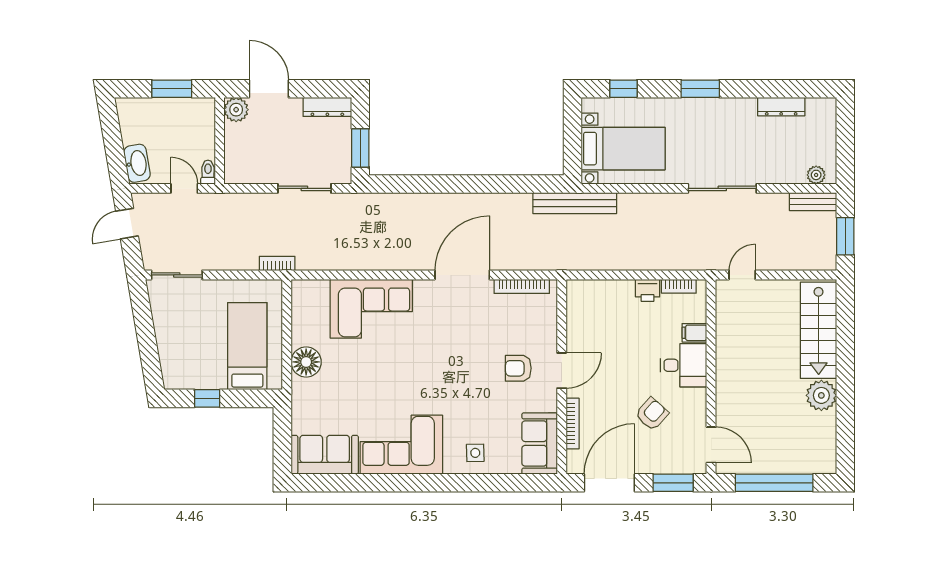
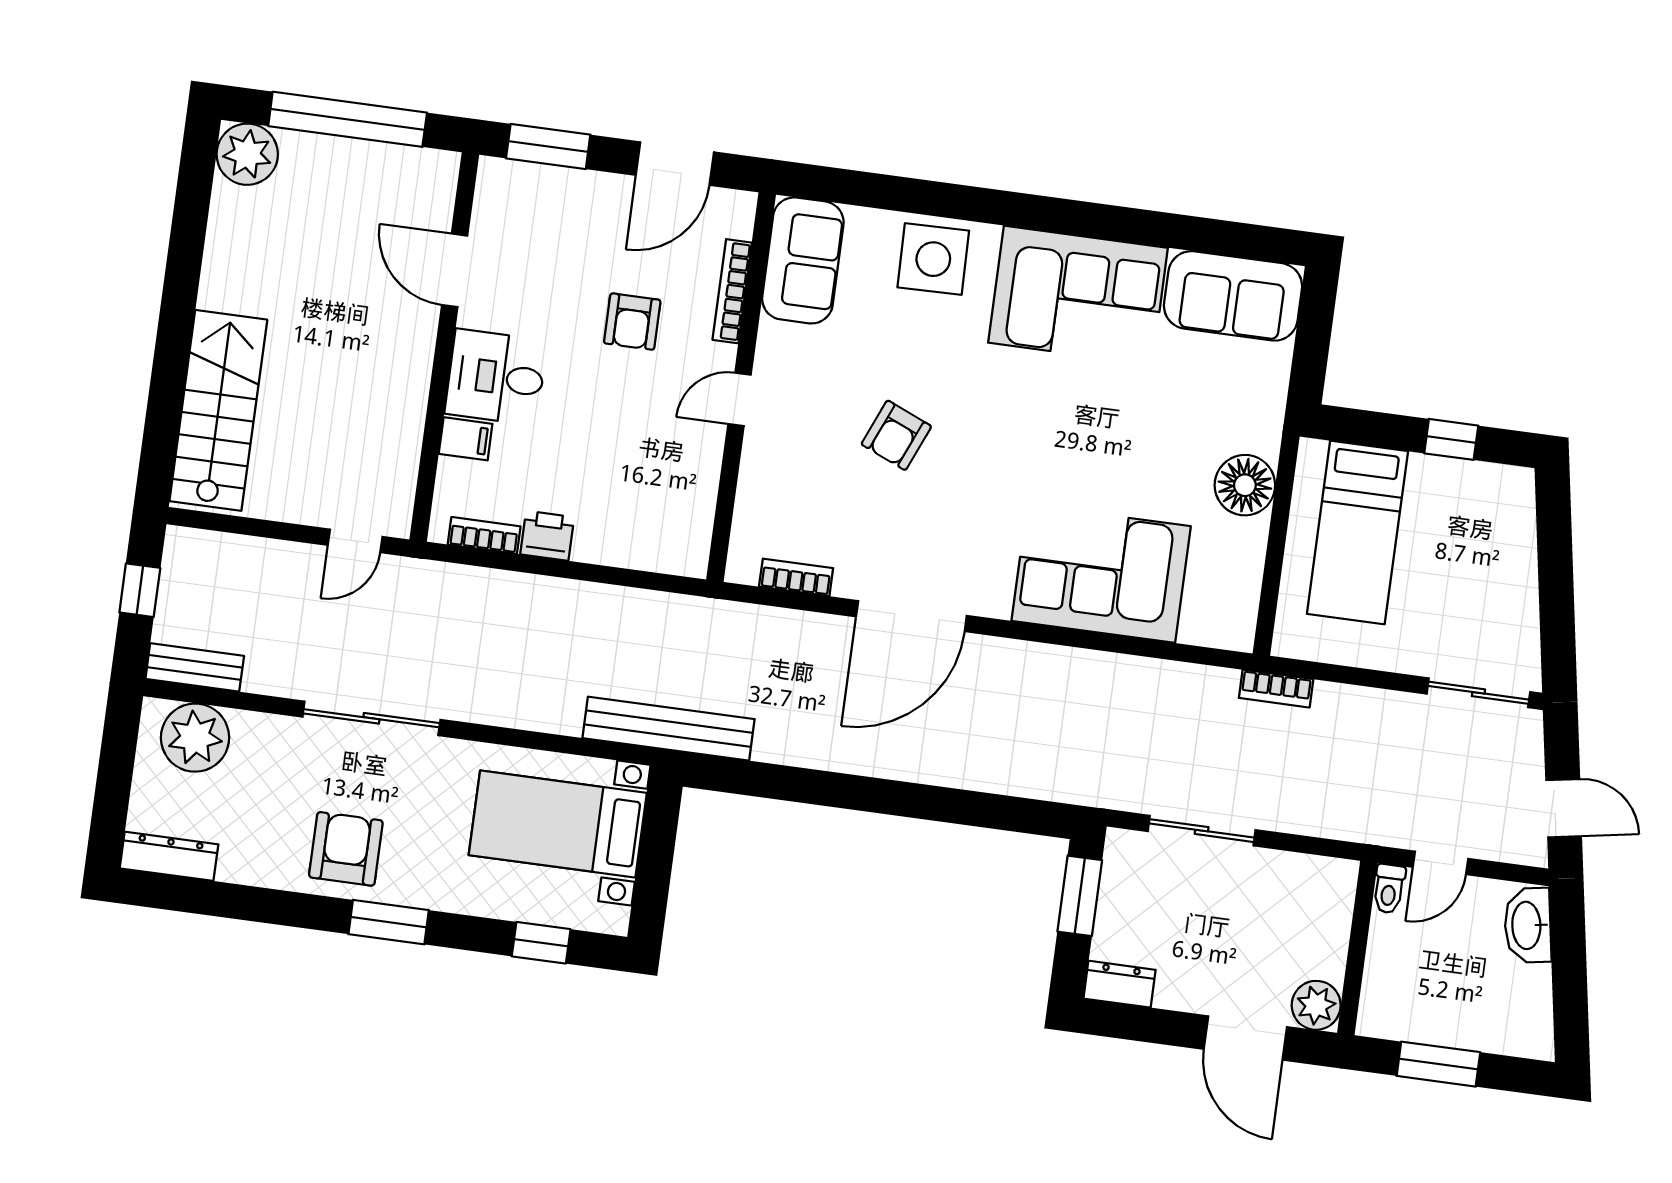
dresser: (327, 107) -> (1120, 984), width x0.70
dresser: (781, 107) -> (169, 856), moved
armchair: (726, 122) -> (346, 849), added
plant: (816, 175) -> (195, 738), width x1.87, depth x1.87
door: (184, 188) -> (1441, 863), hinge flipped
door: (127, 224) -> (1564, 808), hinge flipped
window: (845, 236) -> (140, 590), width x0.67
bookcase: (522, 286) -> (796, 577), width x0.64
armchair: (518, 368) -> (896, 435), moved, turned 113
door: (562, 371) -> (739, 399), width x0.73
plant: (821, 395) -> (247, 154), moved
armchair: (652, 414) -> (632, 322), moved, turned -42
door: (711, 445) -> (455, 270), moved
side table: (475, 453) -> (933, 259), width x1.87, depth x1.87
door: (609, 483) -> (675, 164), width x0.73

